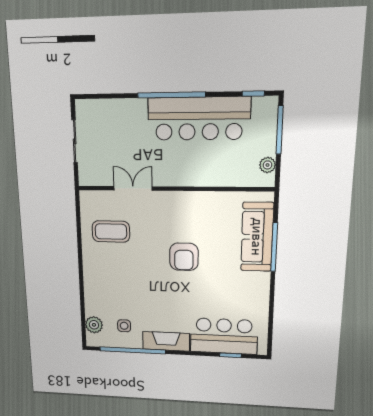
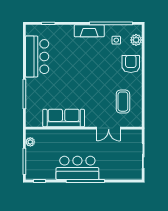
bar counter: (199, 119) -> (77, 168), width x0.73
coffee table: (111, 231) -> (123, 102), turned 90
sofa: (257, 237) -> (64, 118), moved, turned -90
armchair: (184, 257) -> (131, 64), moved
bar counter: (224, 336) -> (37, 57), moved, turned -90

